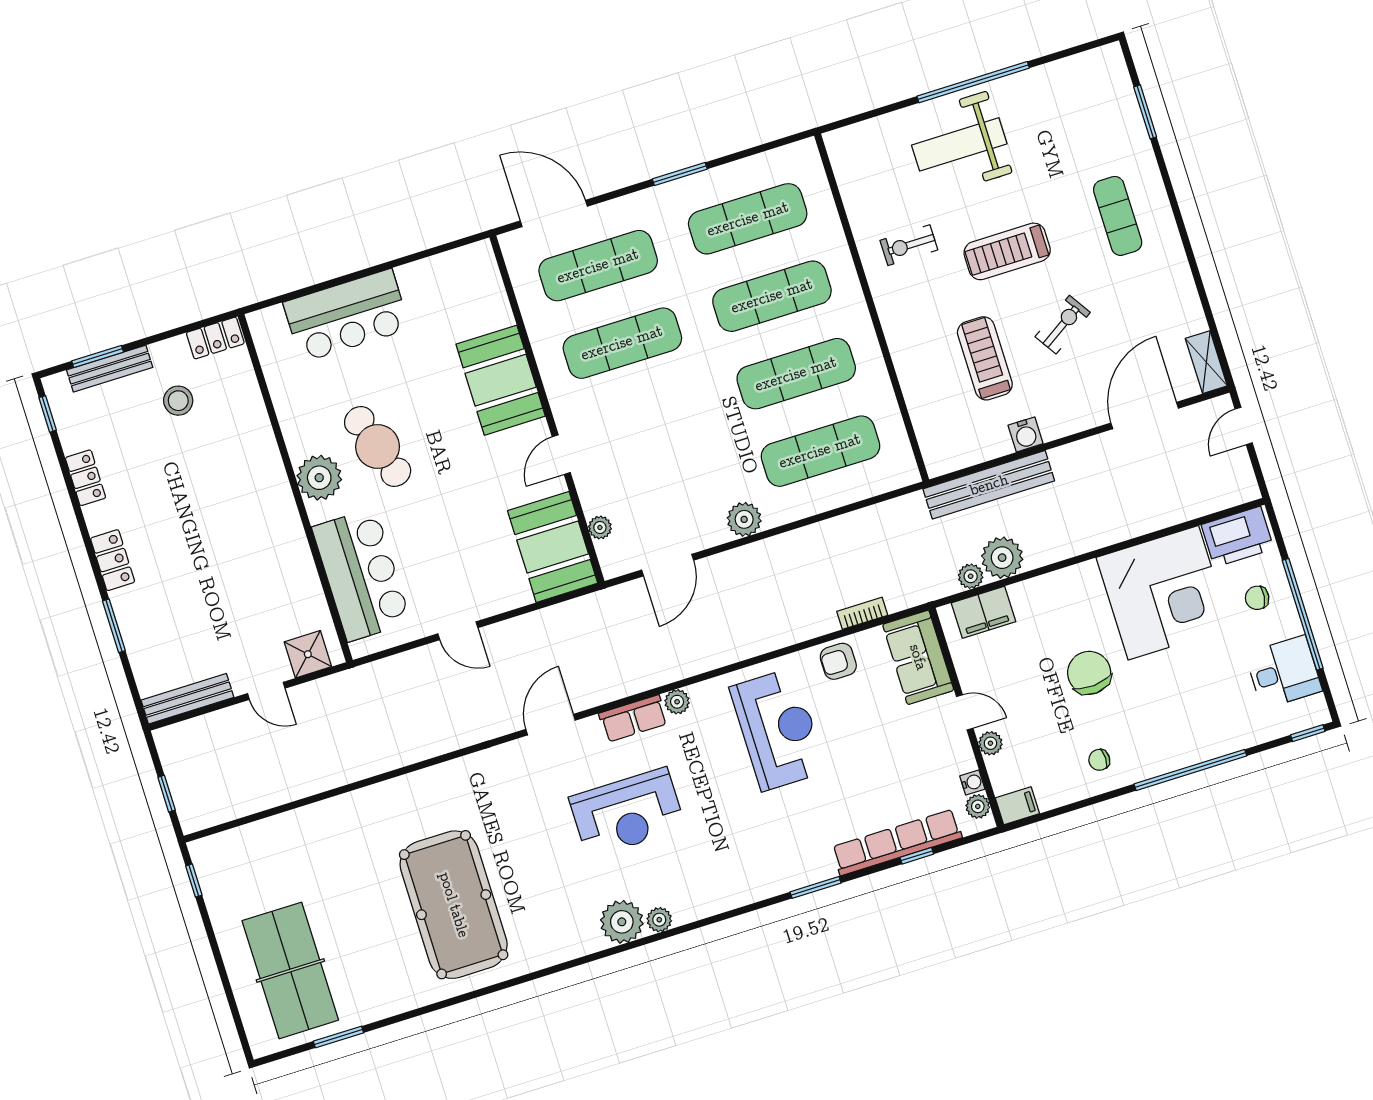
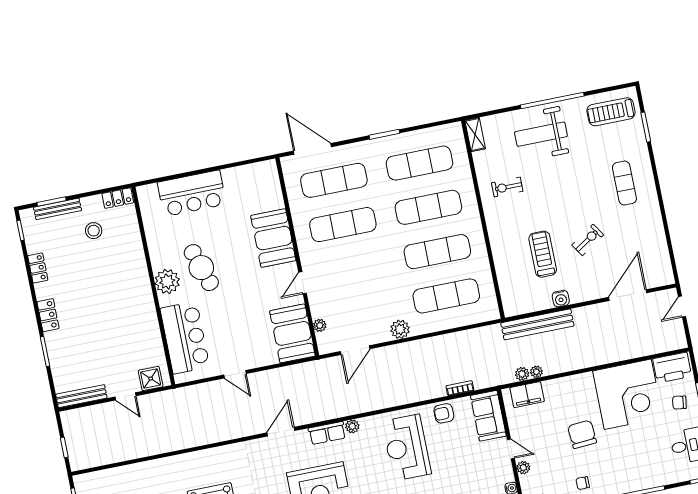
treadmill: (1007, 251) -> (611, 112), moved
shelving: (1206, 362) -> (475, 134), moved
plant: (1002, 558) -> (536, 372), width x0.53, depth x0.53
reception desk: (778, 729) -> (407, 447), turned 180

